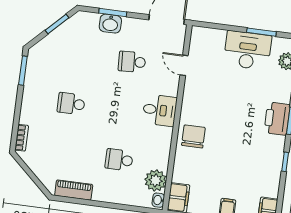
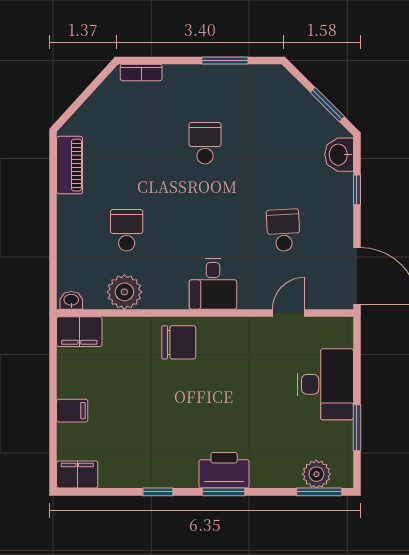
window: (113, 13) -> (357, 190), width x0.67
washbasin: (110, 24) -> (339, 155), moved
desk: (248, 50) -> (325, 384), moved
window: (23, 71) -> (225, 60), moved
plant: (156, 180) -> (124, 292), moved

